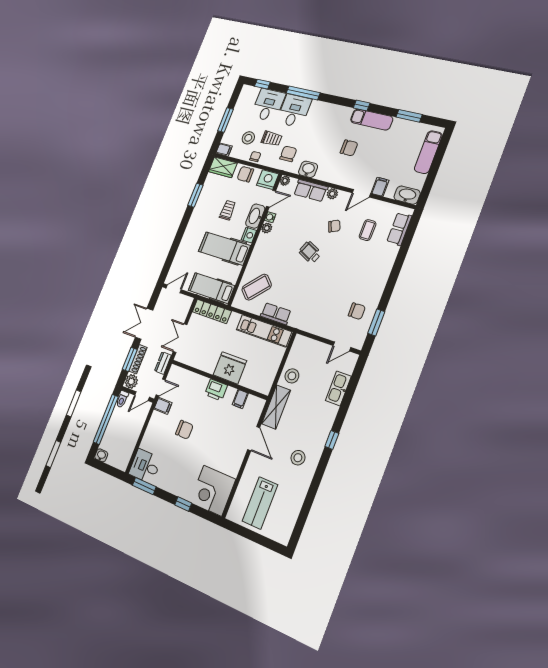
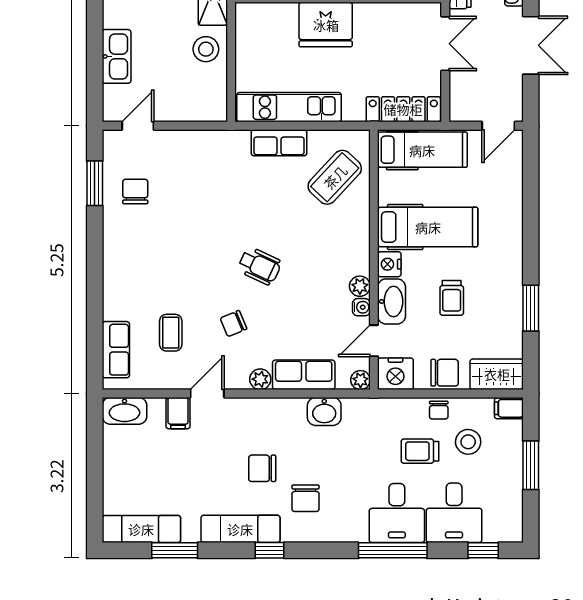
exam couch: (428, 152) -> (141, 529), moved, turned -90
chair: (288, 154) -> (306, 498), moved
chair: (357, 311) -> (135, 192), turned 90

